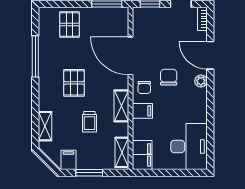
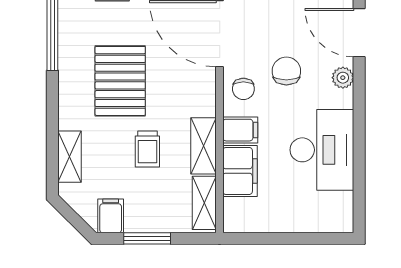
pallet: (74, 83) -> (120, 81), width x1.50, depth x1.42
shelving: (121, 106) -> (204, 146), moved
desk: (189, 147) -> (322, 150), moved
filing cabinet: (142, 155) -> (240, 171), moved

